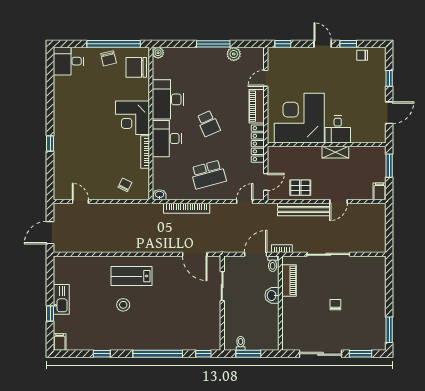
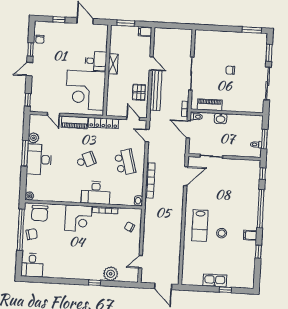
desk: (168, 99) -> (39, 159), moved, turned 90
plant: (63, 164) -> (111, 274), added
filing cabinet: (60, 342) -> (250, 235), moved

